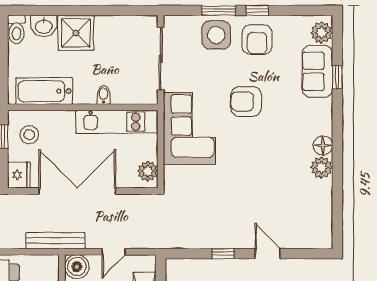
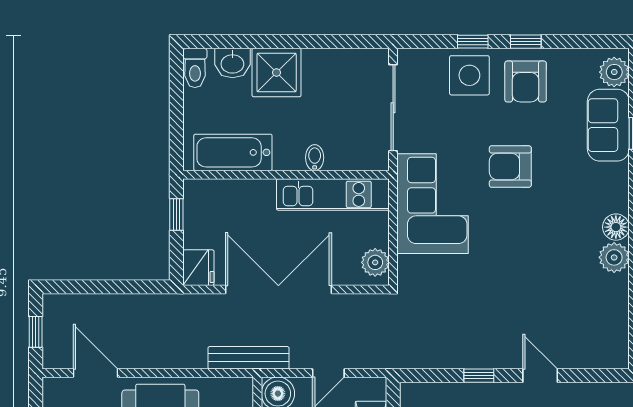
window: (219, 10) -> (473, 42), width x0.67
stool: (29, 135) -> (213, 212), removed

